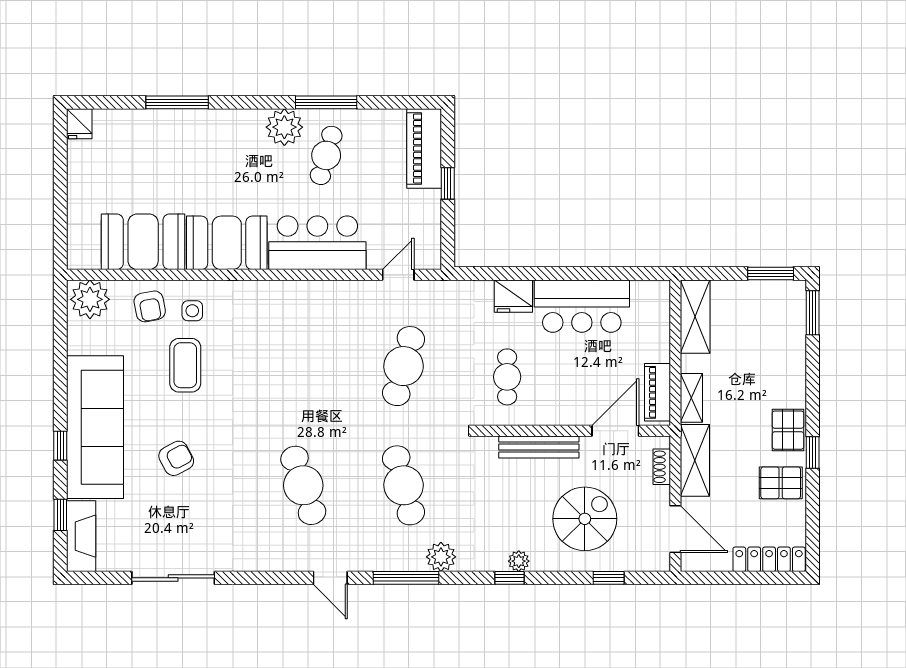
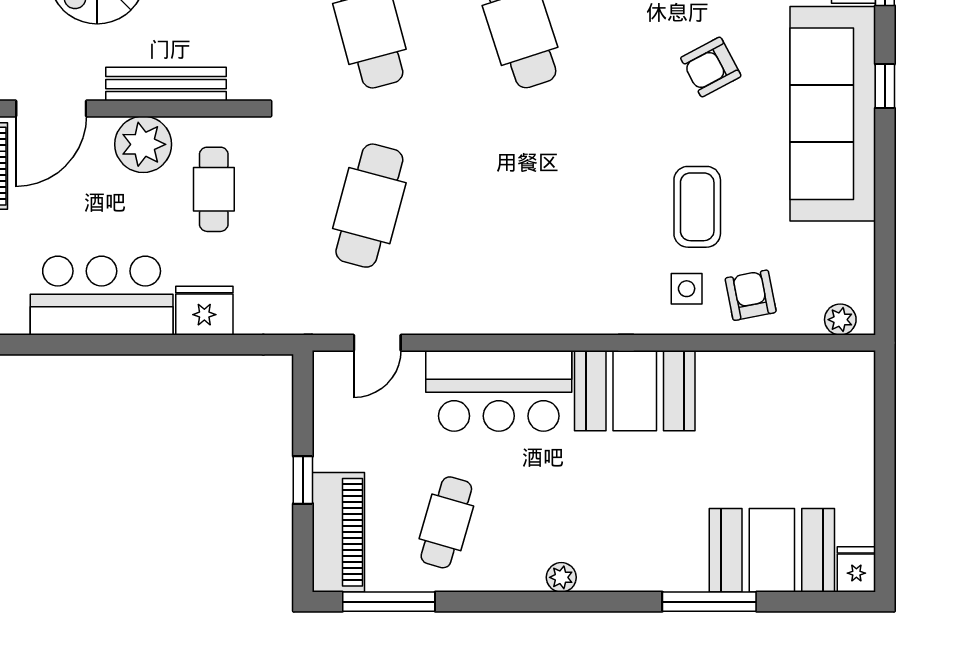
window: (326, 102) -> (389, 602), moved
plant: (284, 127) -> (561, 577), width x0.53, depth x0.53
cafe table: (326, 155) -> (446, 522), moved
booth: (143, 242) -> (772, 550), moved
plant: (90, 299) -> (840, 320), width x0.53, depth x0.53
plant: (554, 407) -> (143, 144), added

